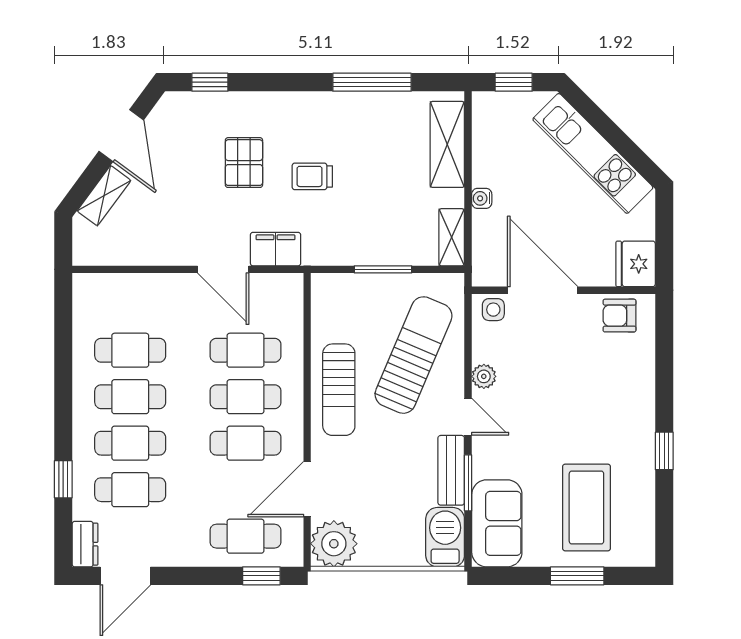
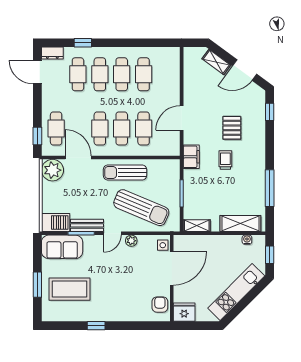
pallet: (244, 163) -> (232, 128), turned 90
water cooler: (482, 198) -> (247, 240), moved
filing cabinet: (276, 249) -> (191, 157), moved

